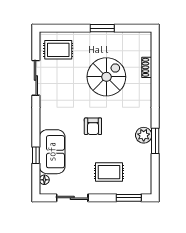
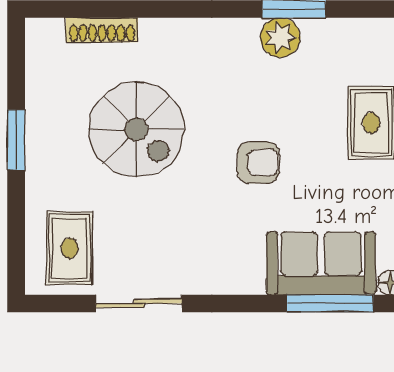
shoe rack: (147, 67) -> (102, 30), width x1.43
spiral stairs: (106, 77) -> (136, 129), turned 180
window: (36, 155) -> (330, 303), width x2.17

